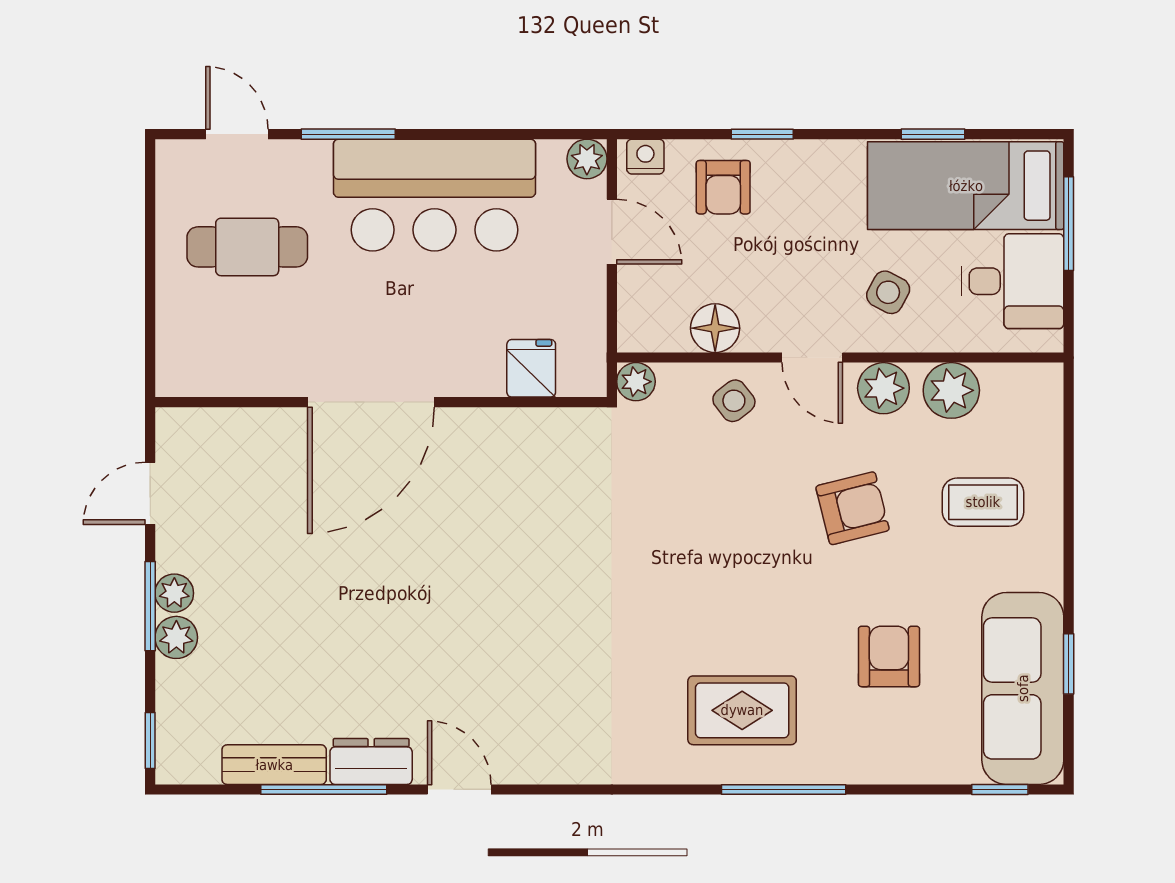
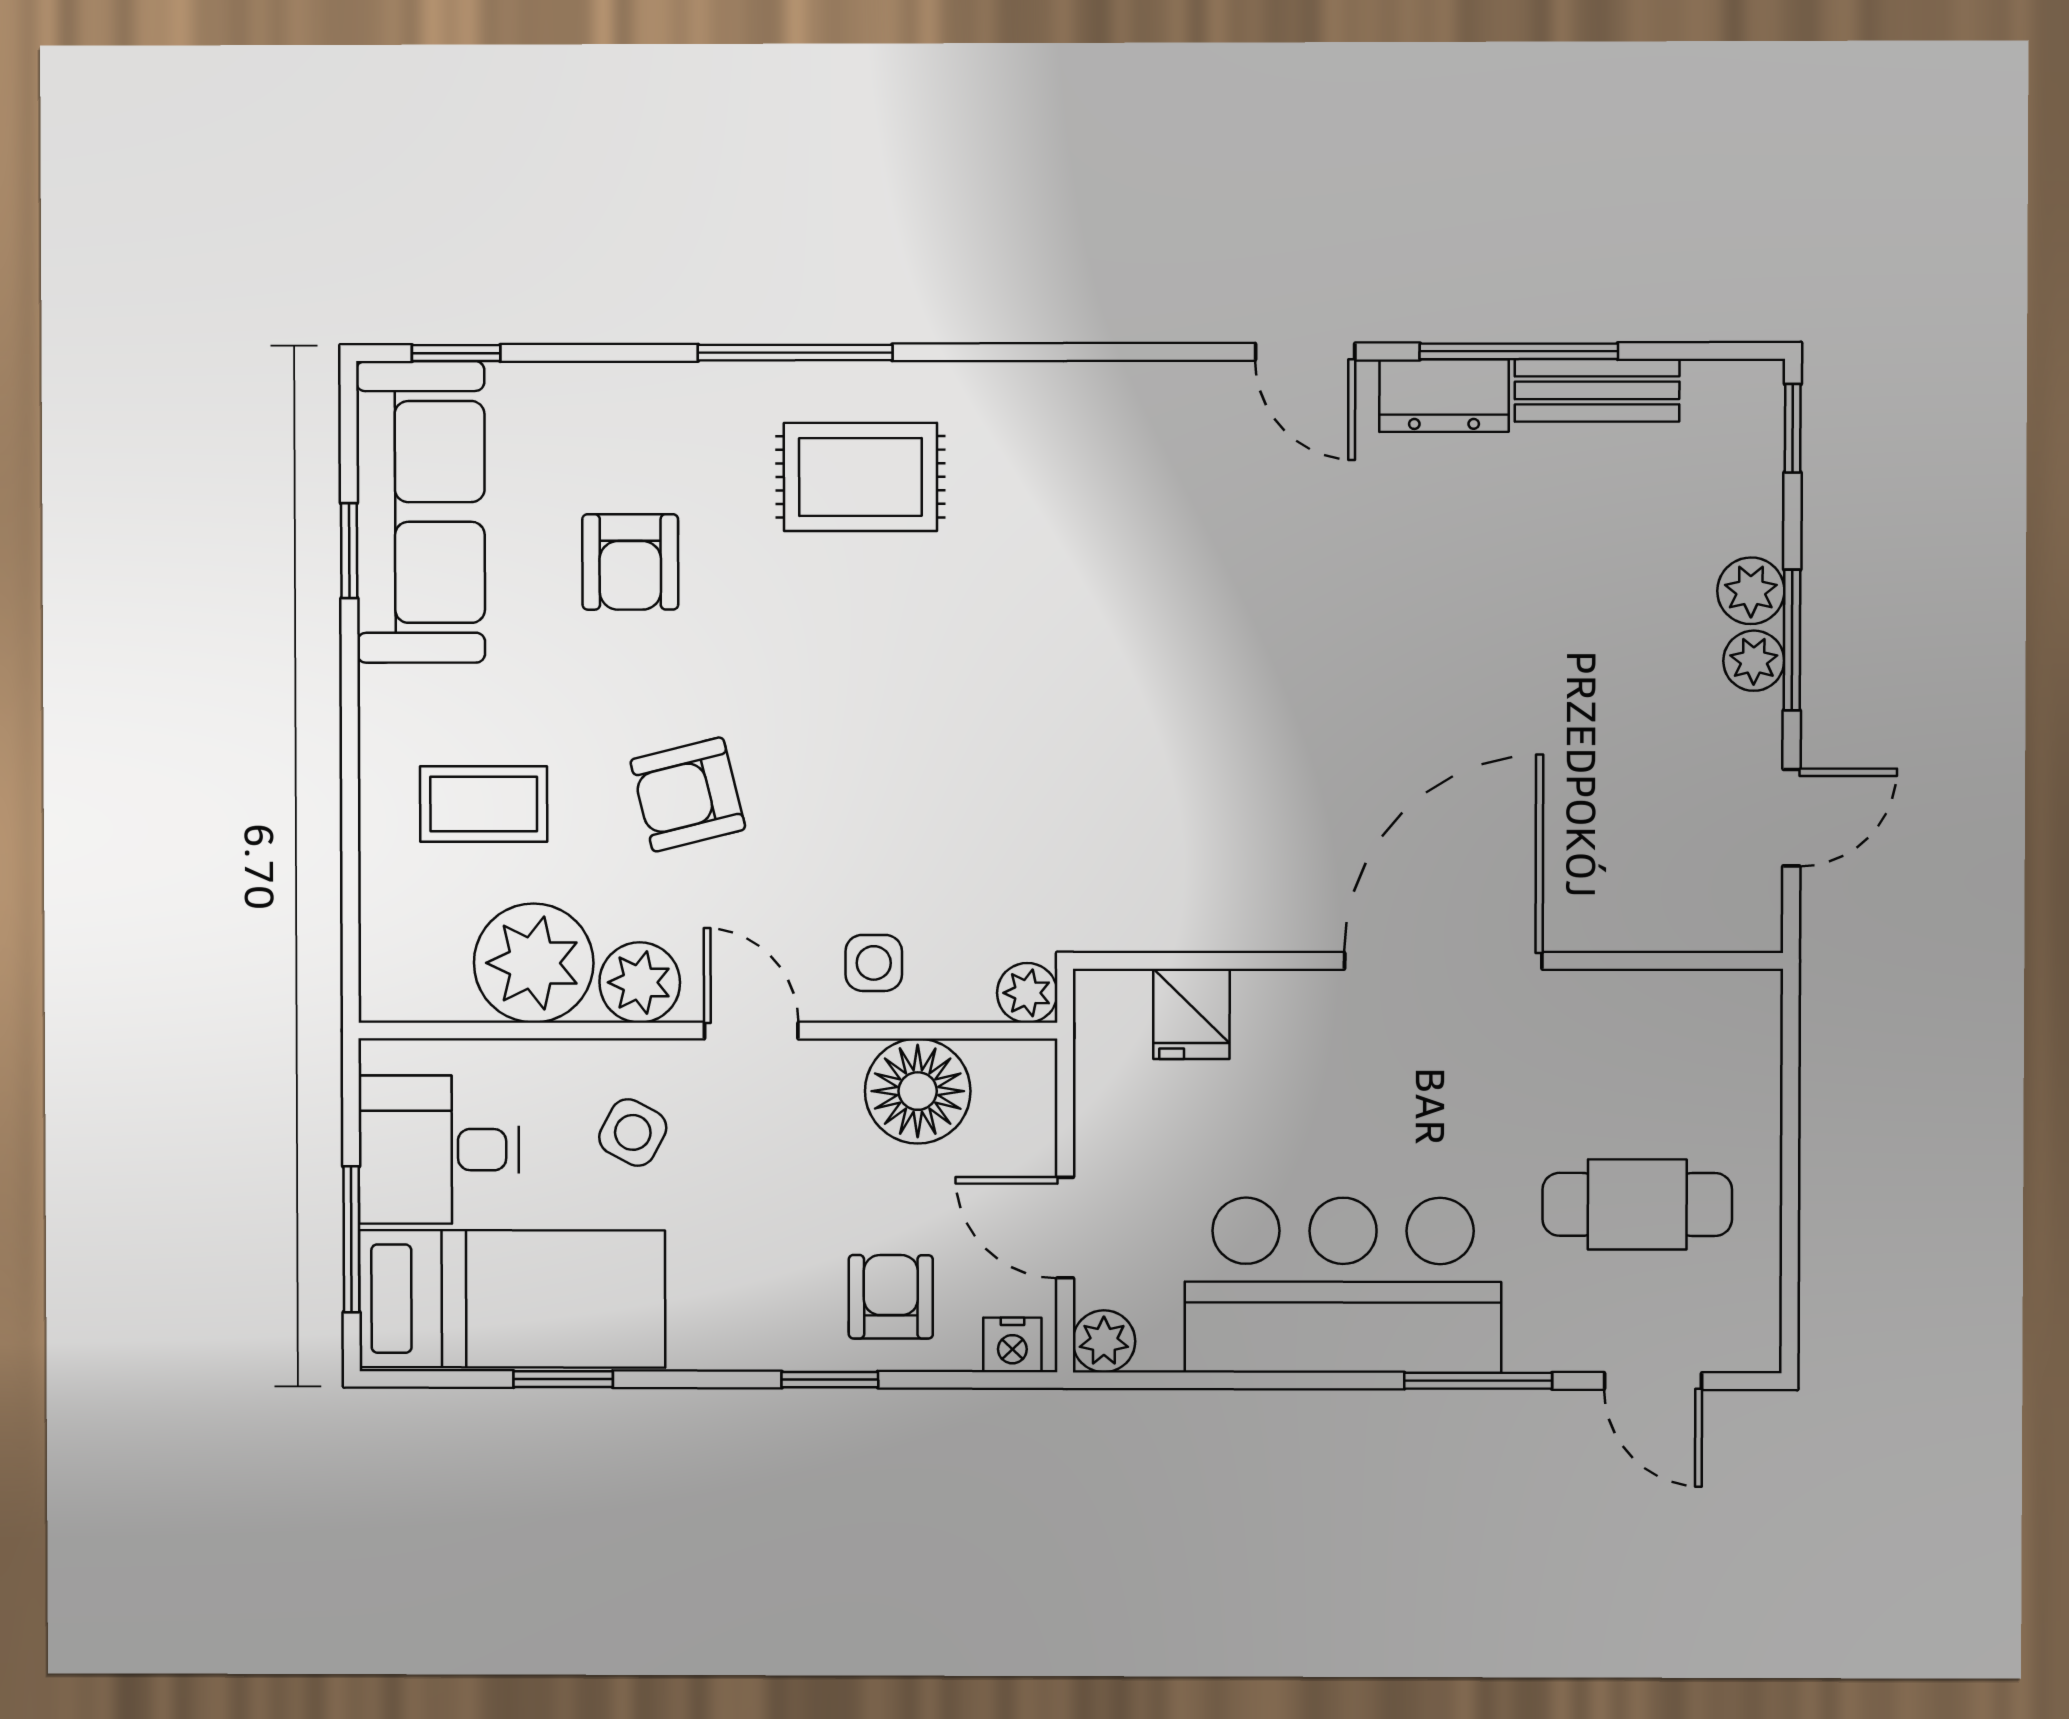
floor lamp: (715, 328) -> (918, 1091), width x1.38, depth x1.38
plant: (951, 390) -> (534, 963), width x1.36, depth x1.36
side table: (734, 401) -> (874, 963), turned 38

